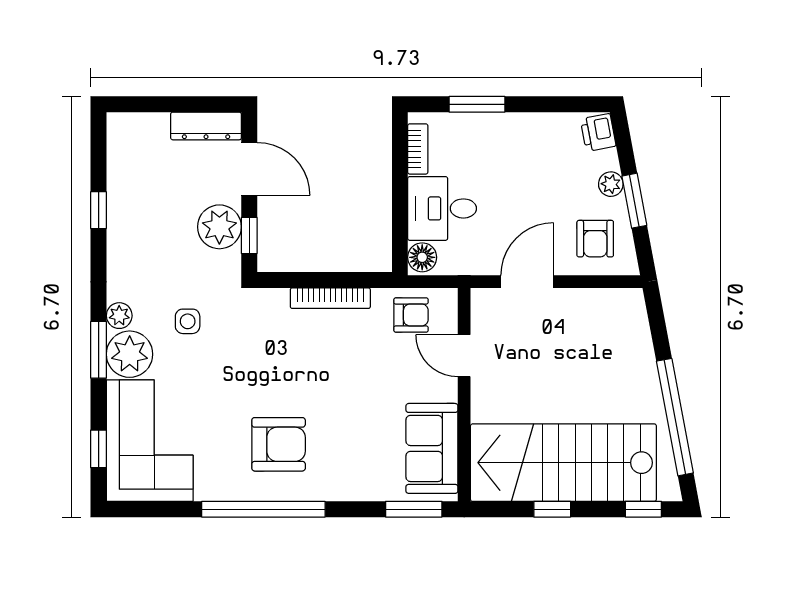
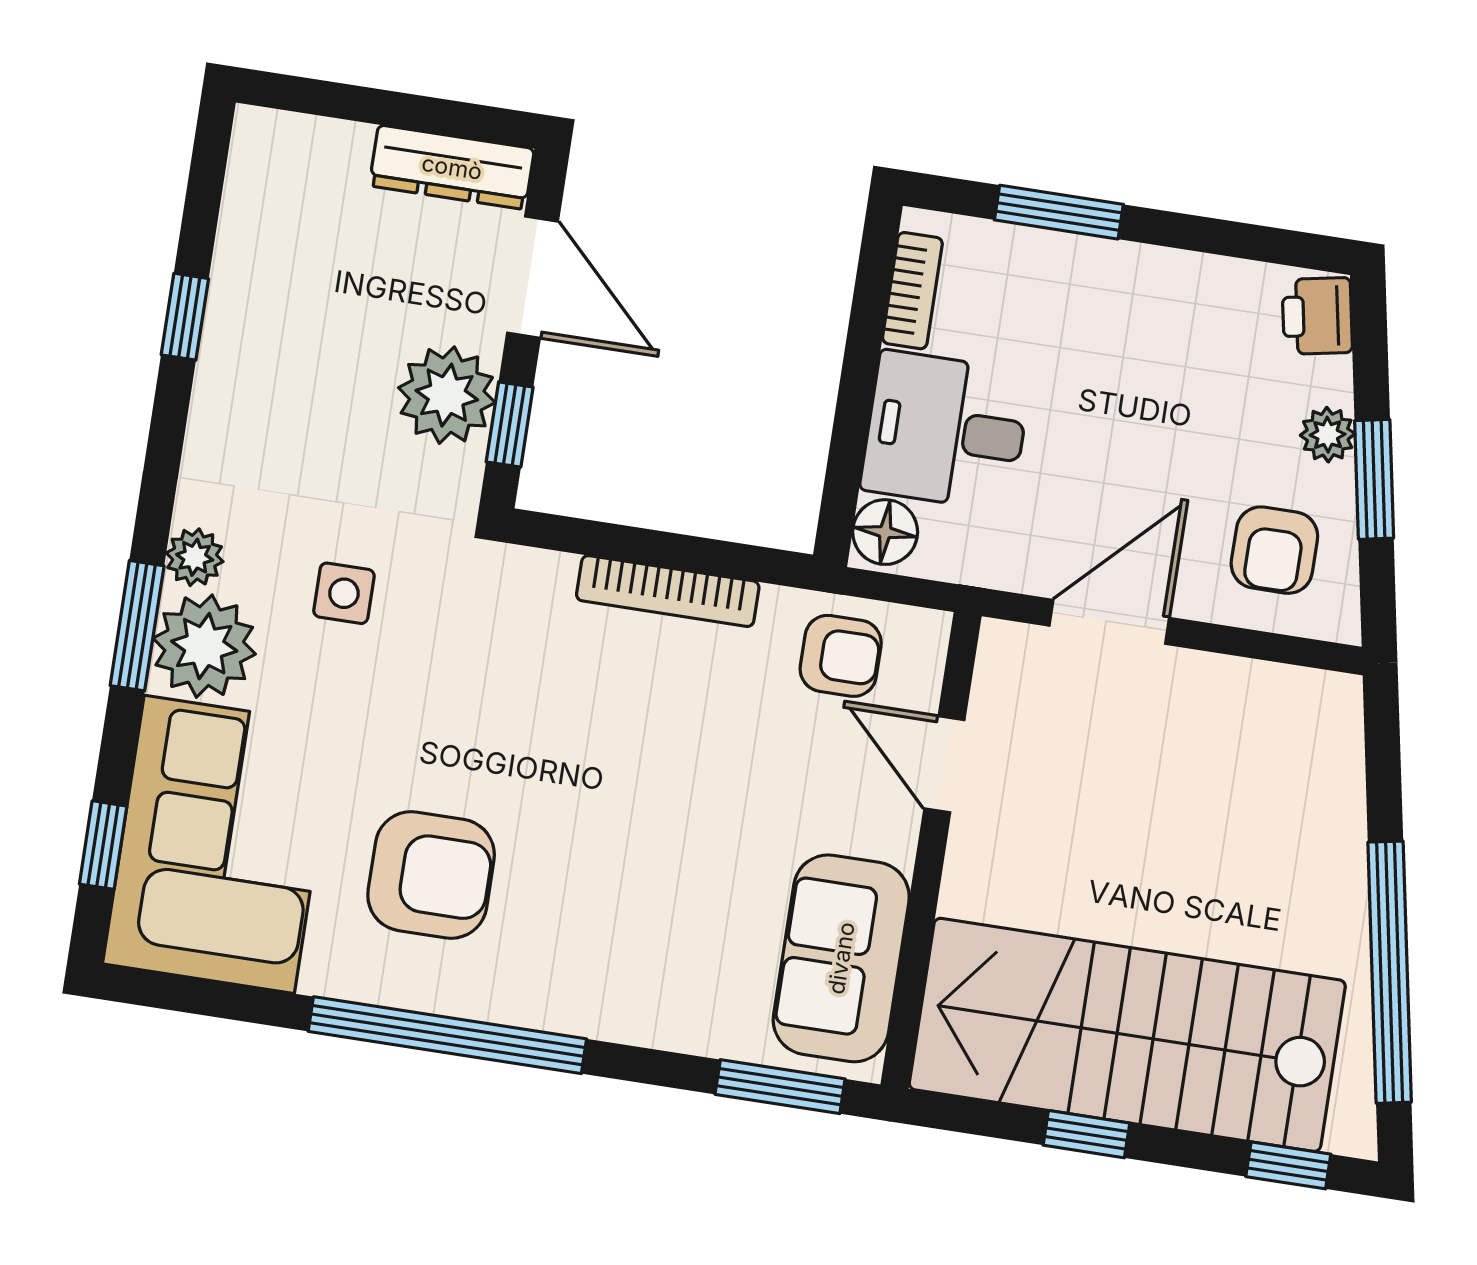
armchair: (279, 444) -> (431, 875), moved

